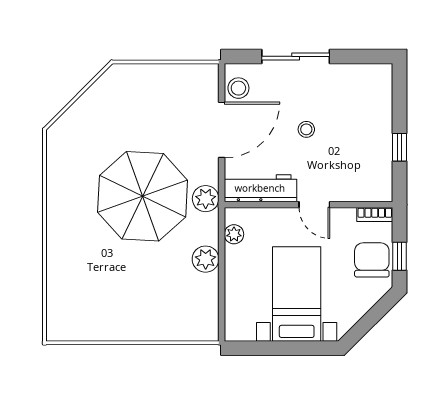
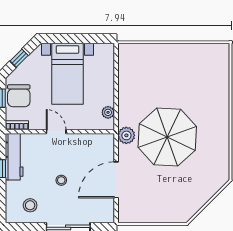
stool: (238, 88) -> (30, 205), moved
workbench: (260, 188) -> (14, 157), moved, turned -90
plant: (206, 259) -> (126, 96), removed
window: (371, 318) -> (19, 58), added

